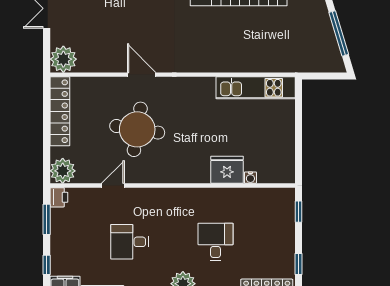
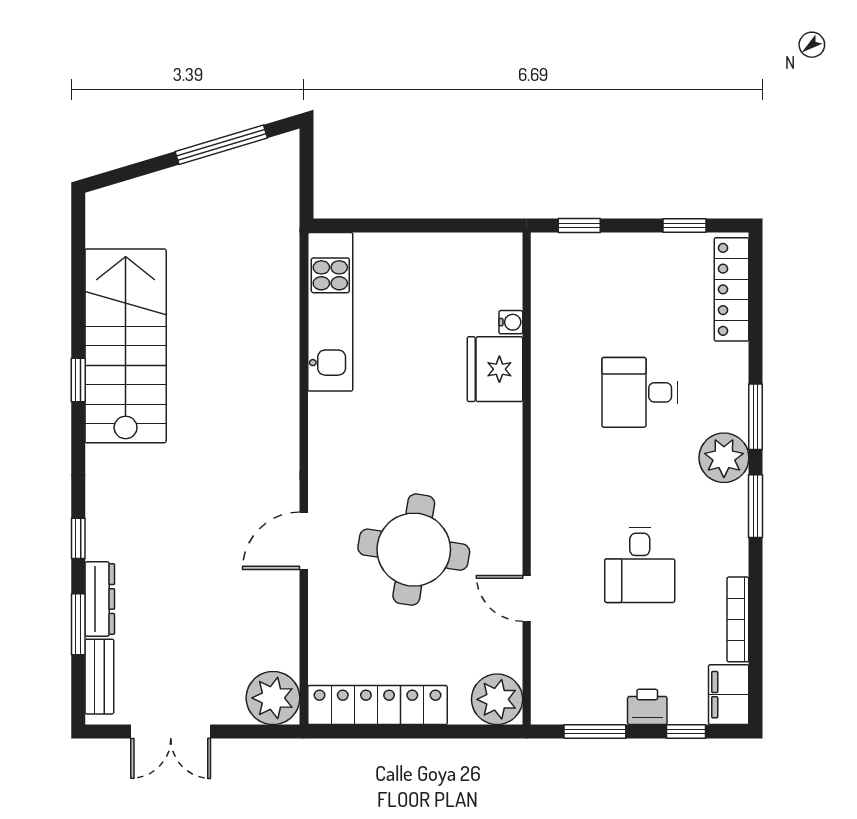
printer: (59, 197) -> (647, 707), moved

